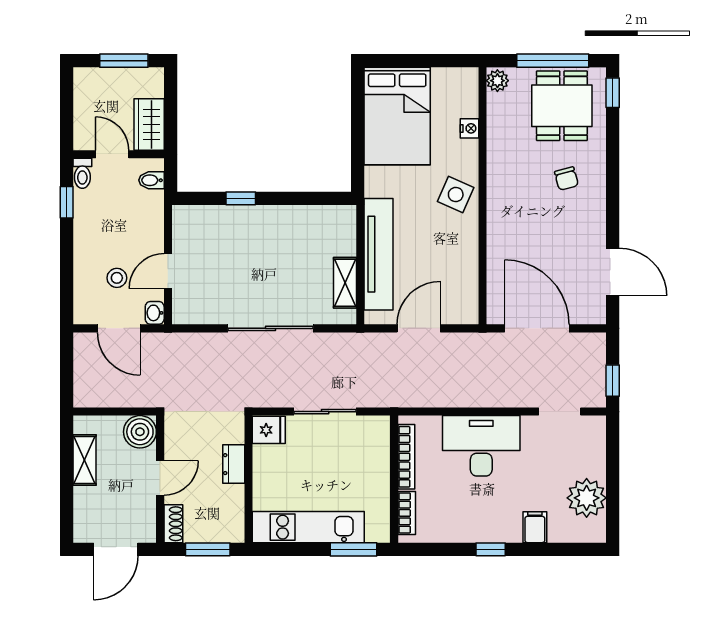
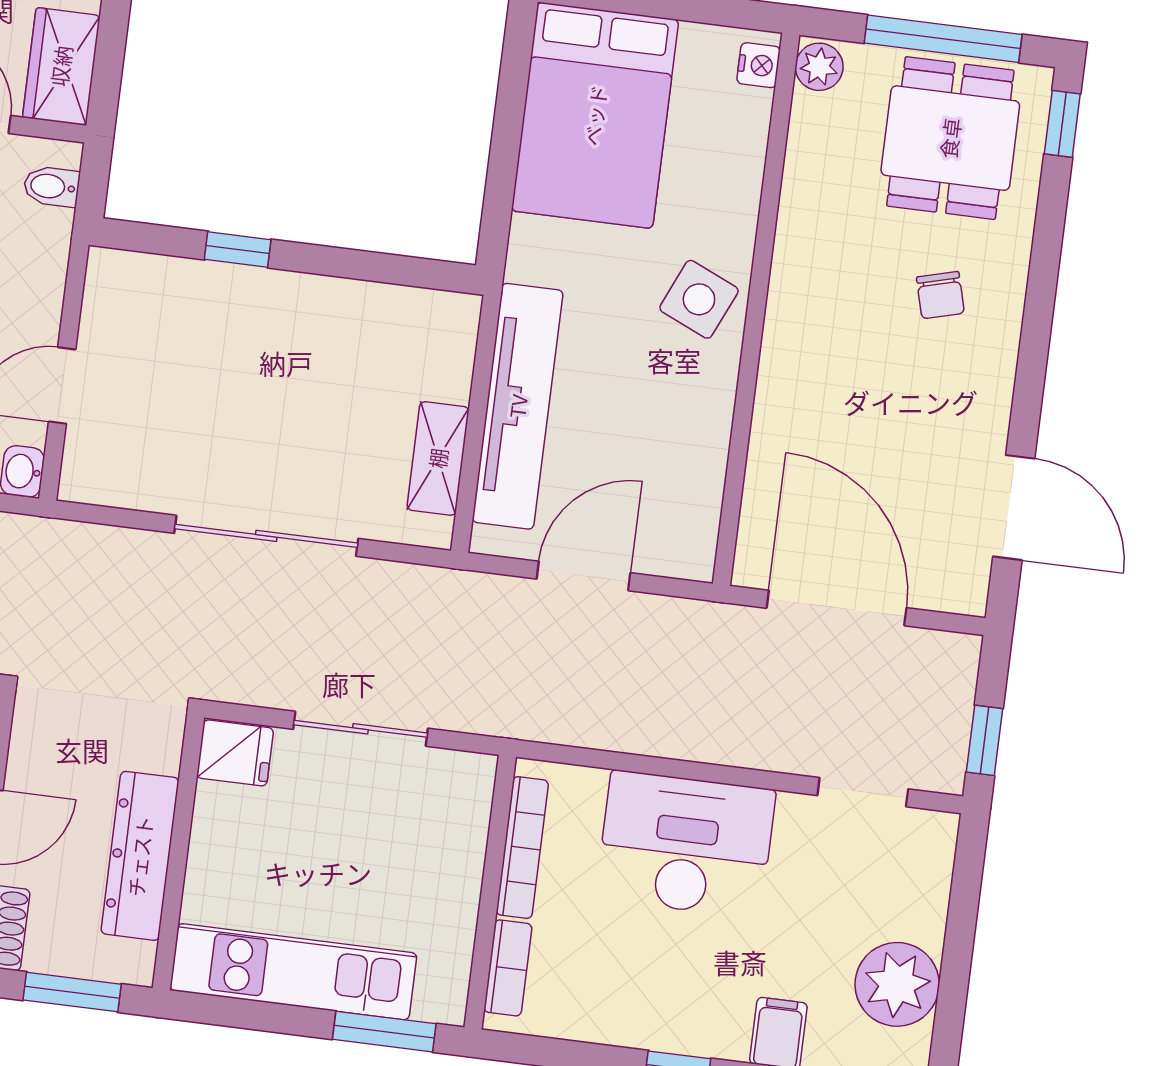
nightstand: (470, 128) -> (759, 65), moved
dresser: (234, 464) -> (140, 856), width x1.96, depth x1.24

